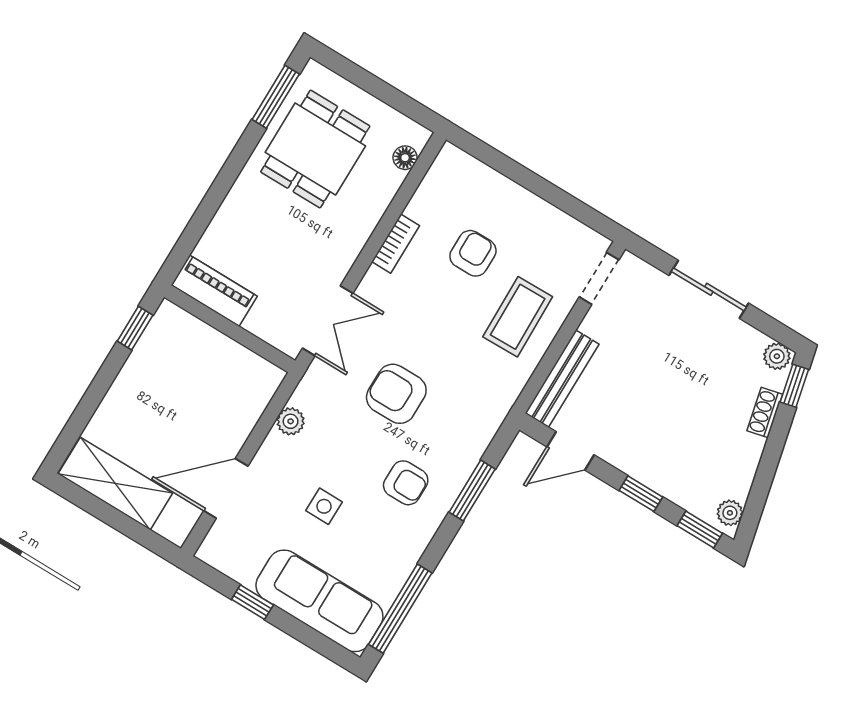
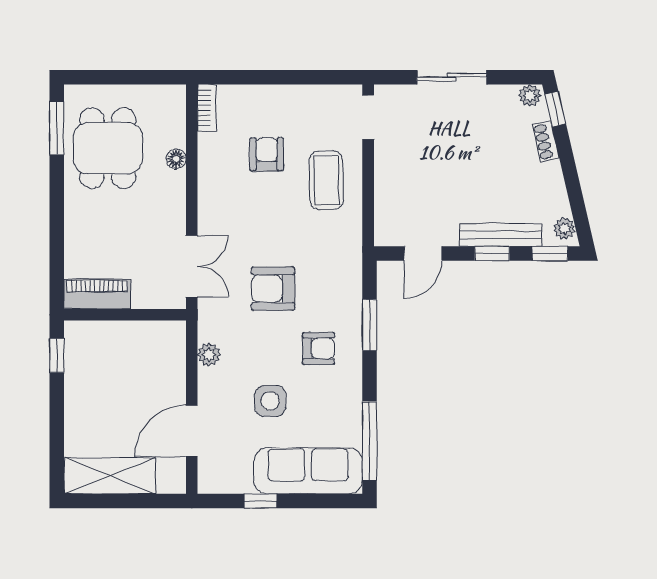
floor lamp: (405, 158) -> (176, 159), moved
bookcase: (396, 244) -> (207, 108), moved
bench: (562, 379) -> (501, 235), moved, turned 90
side table: (324, 506) -> (270, 401), width x1.37, depth x1.37

